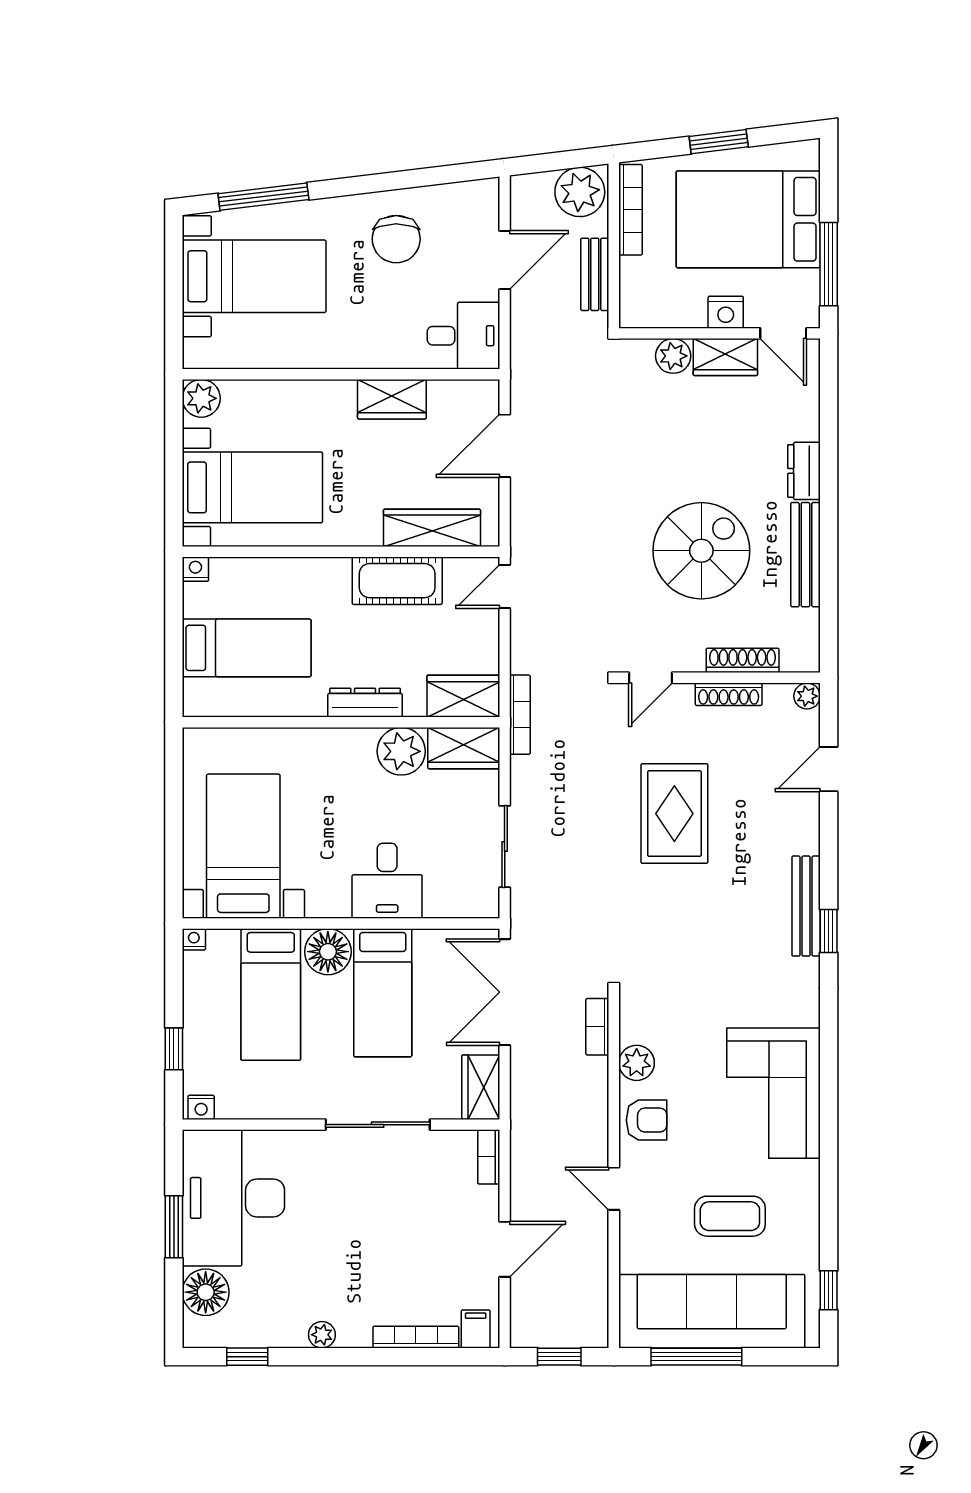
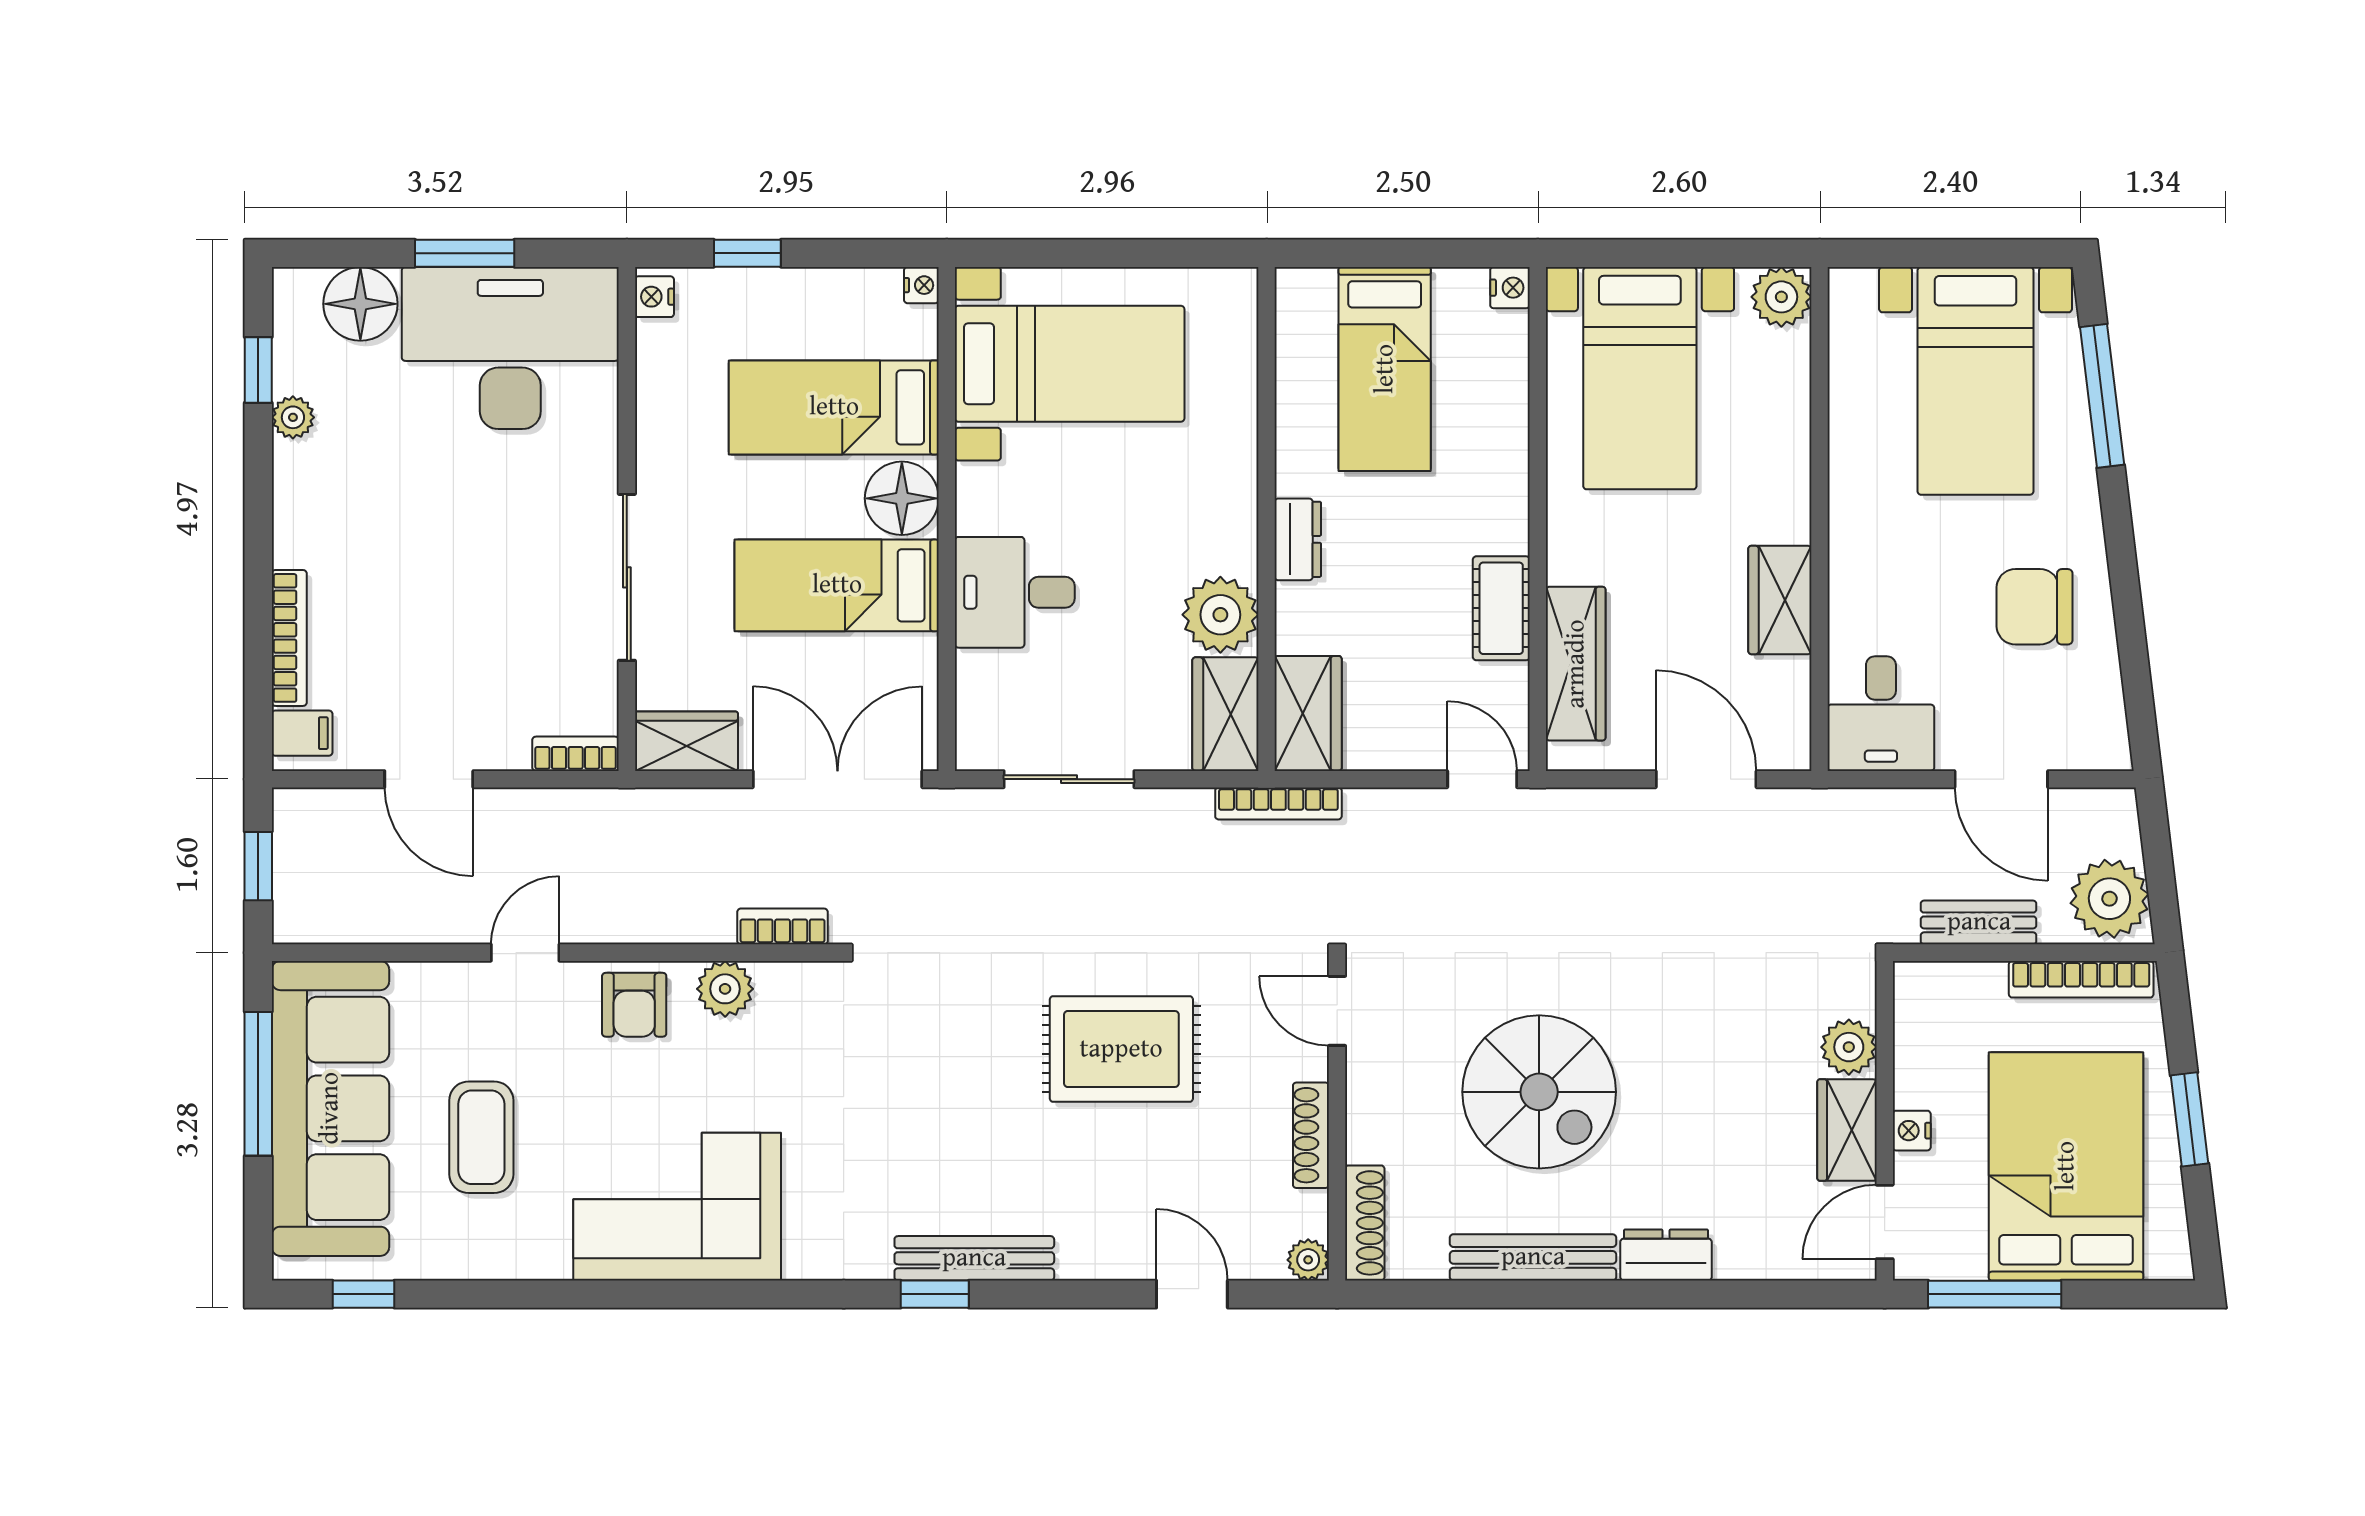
nightstand: (726, 312) -> (1912, 1131), width x0.72, depth x0.74
cot: (397, 581) -> (1501, 608), width x0.73, depth x0.75
shoe rack: (743, 660) -> (1365, 1223), moved
dresser: (365, 703) -> (1298, 539), width x0.70
plant: (322, 1335) -> (293, 417), moved

